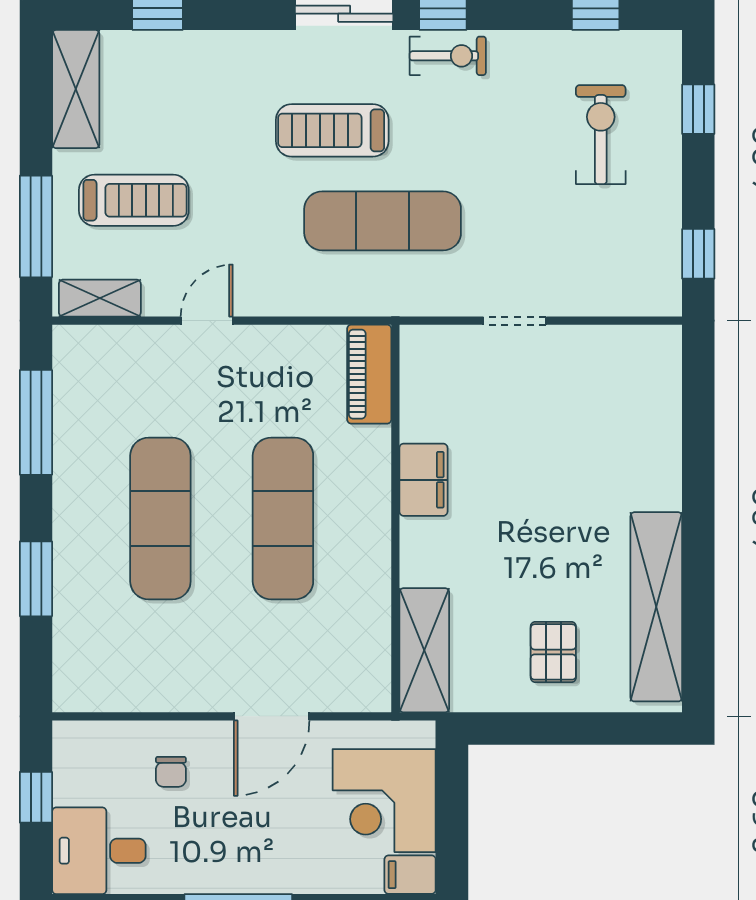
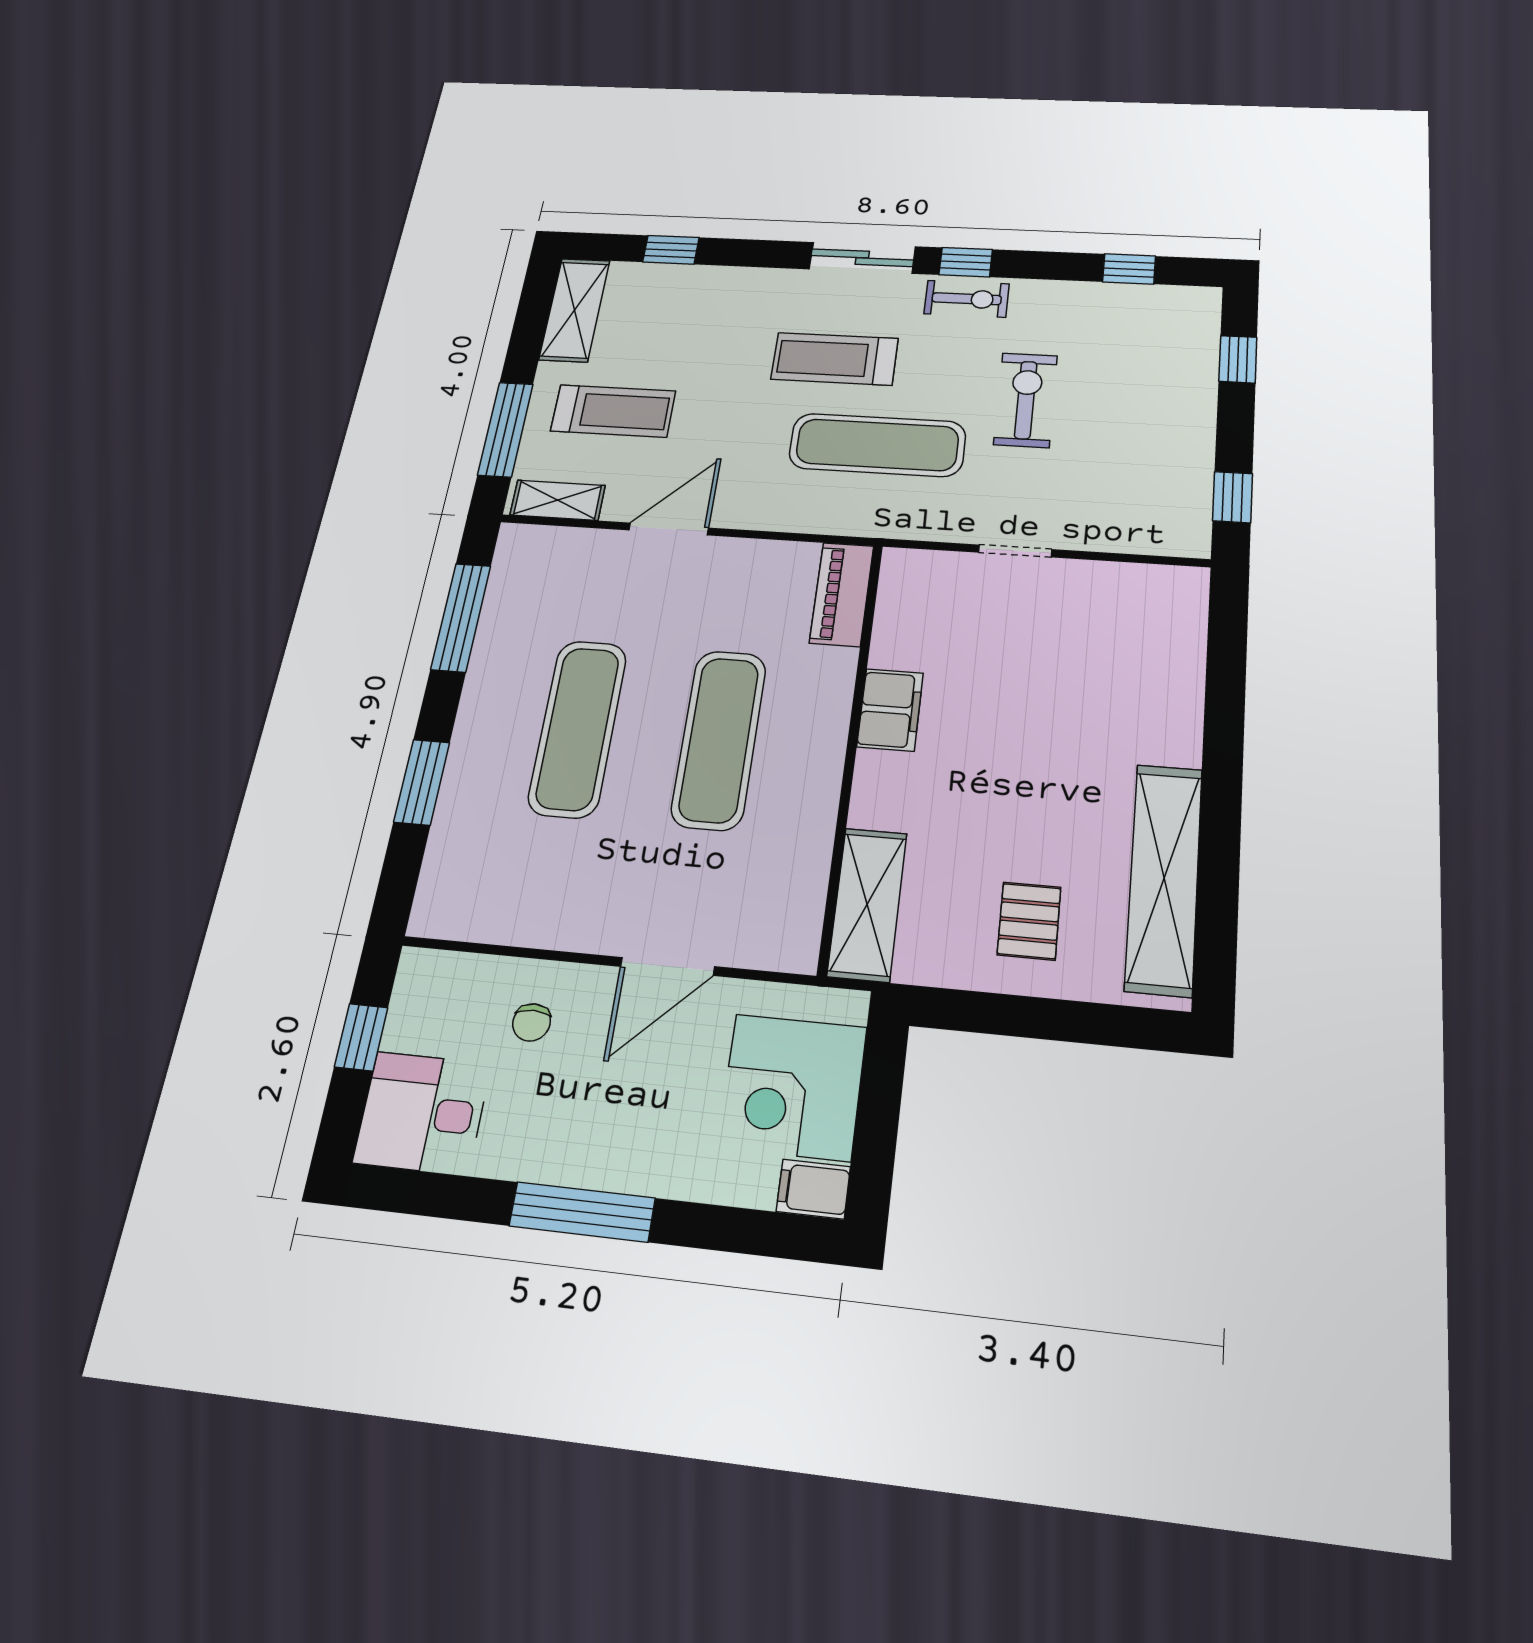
exercise bike: (601, 135) -> (1026, 400), moved
door: (207, 321) -> (669, 529), width x1.38

